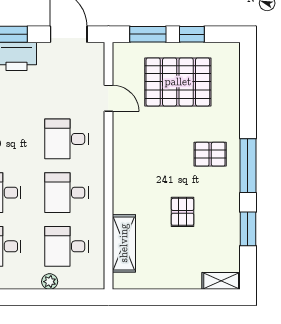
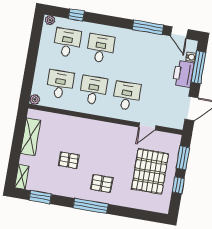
pallet: (210, 154) -> (102, 184), turned 90
window: (248, 229) -> (40, 197), moved
shelving: (124, 243) -> (31, 137), moved, turned 90
plant: (50, 282) -> (35, 99), moved

